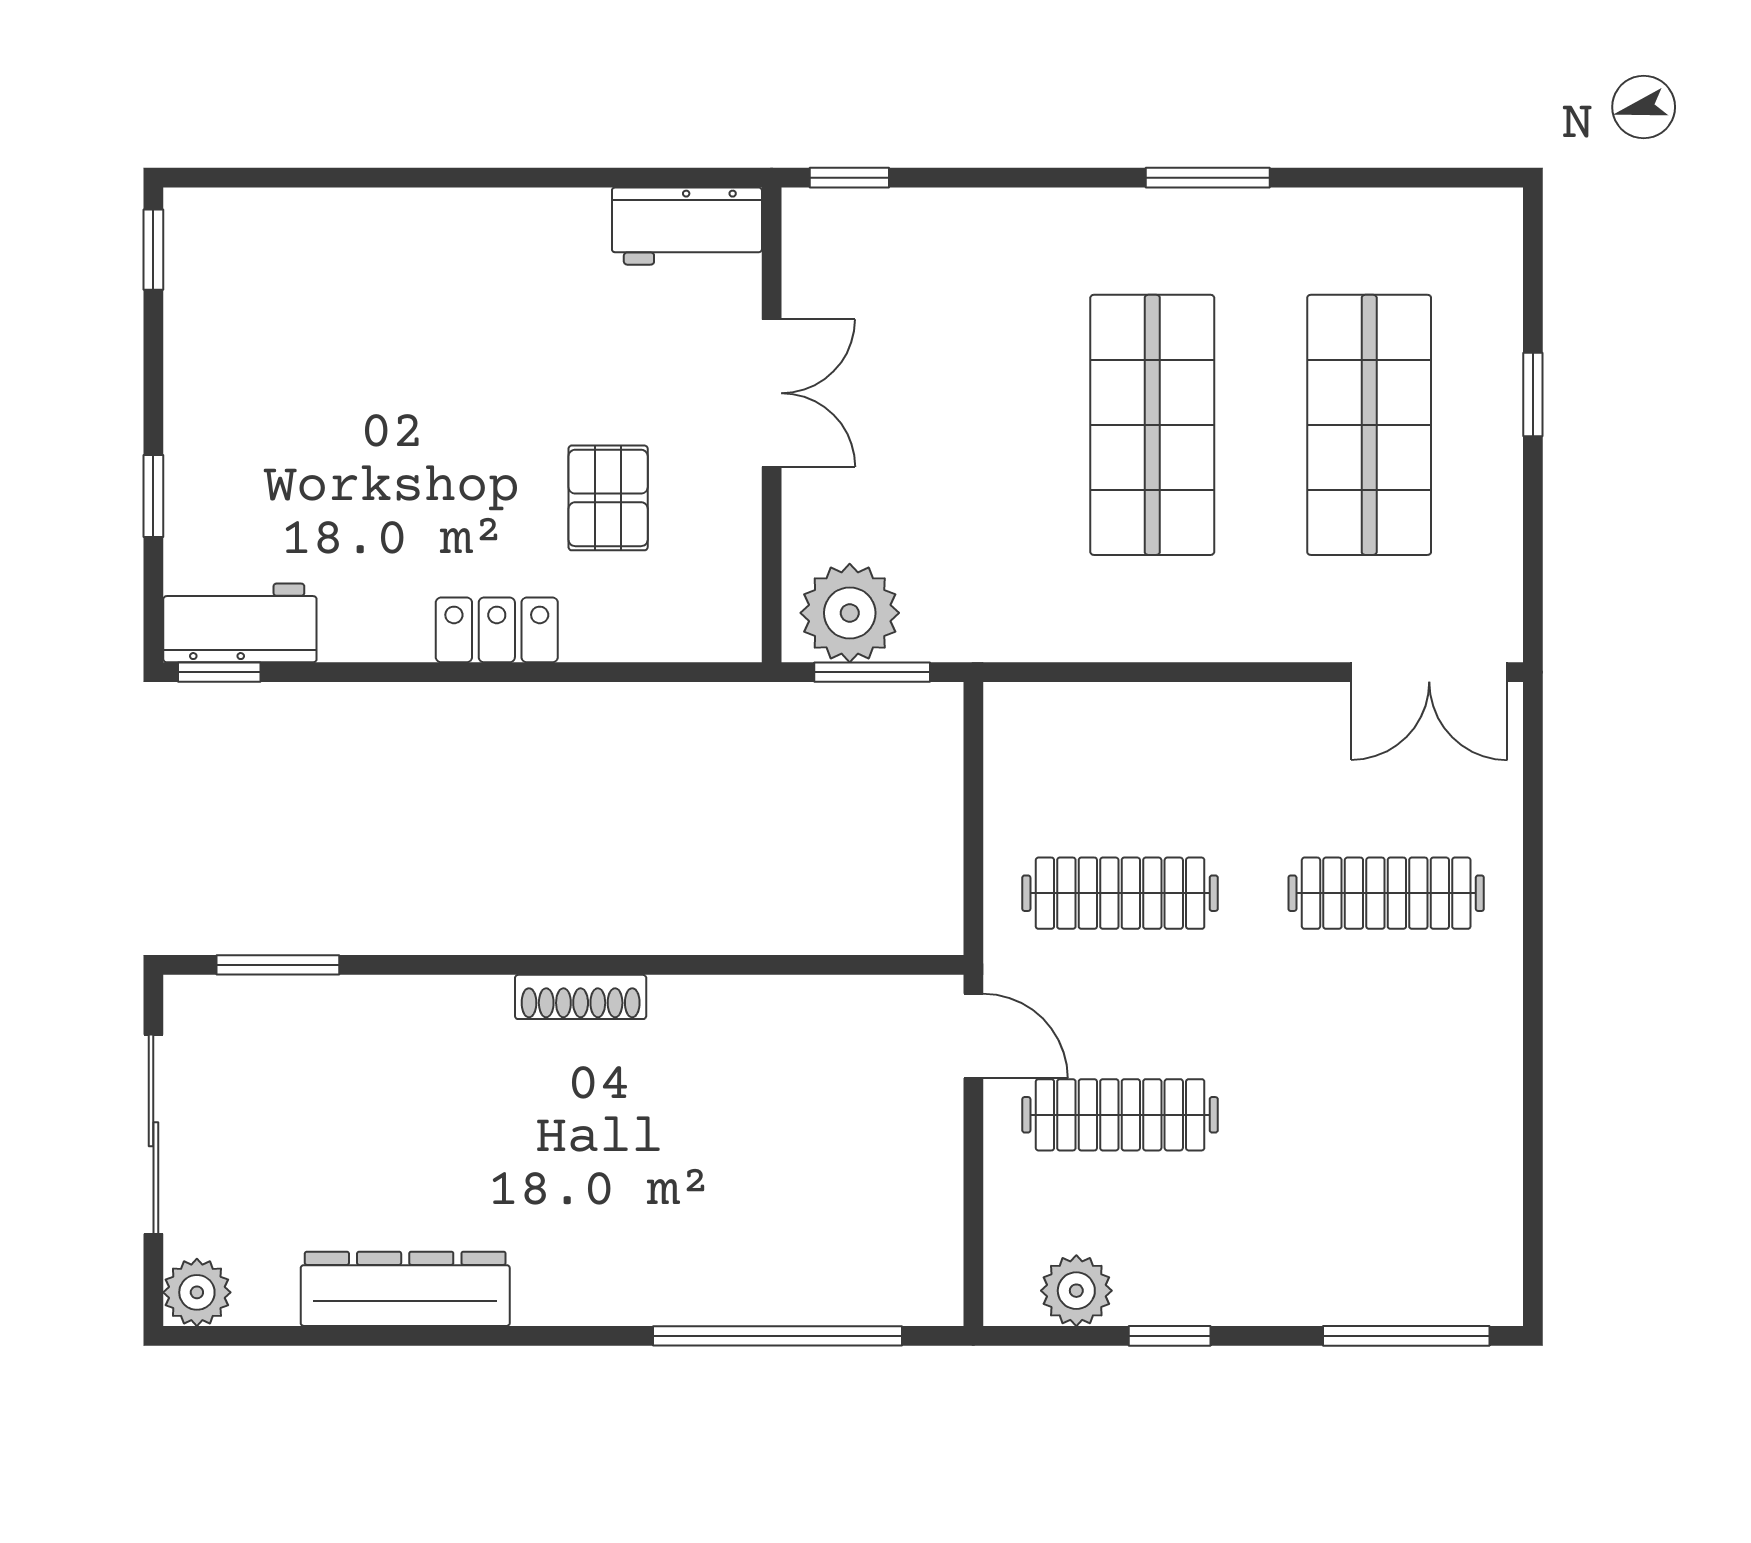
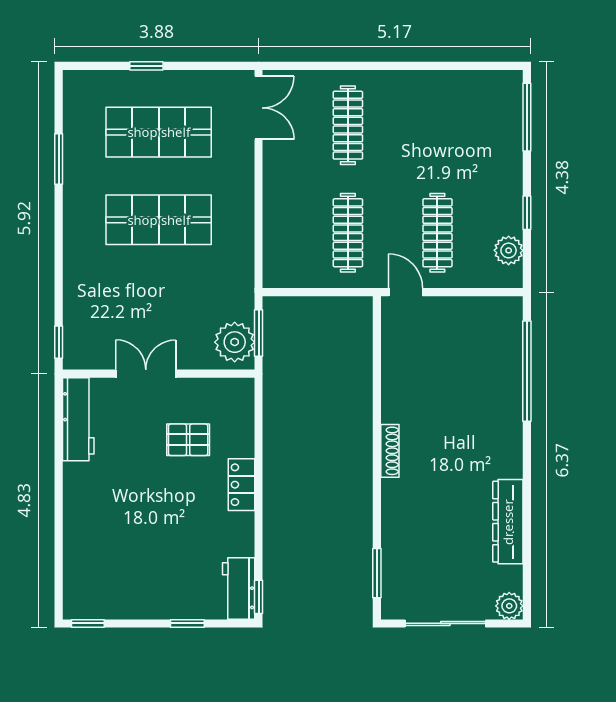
window: (1208, 178) -> (59, 159), moved
workbench: (687, 226) -> (78, 419), width x1.37
door: (973, 1036) -> (406, 292), hinge flipped

